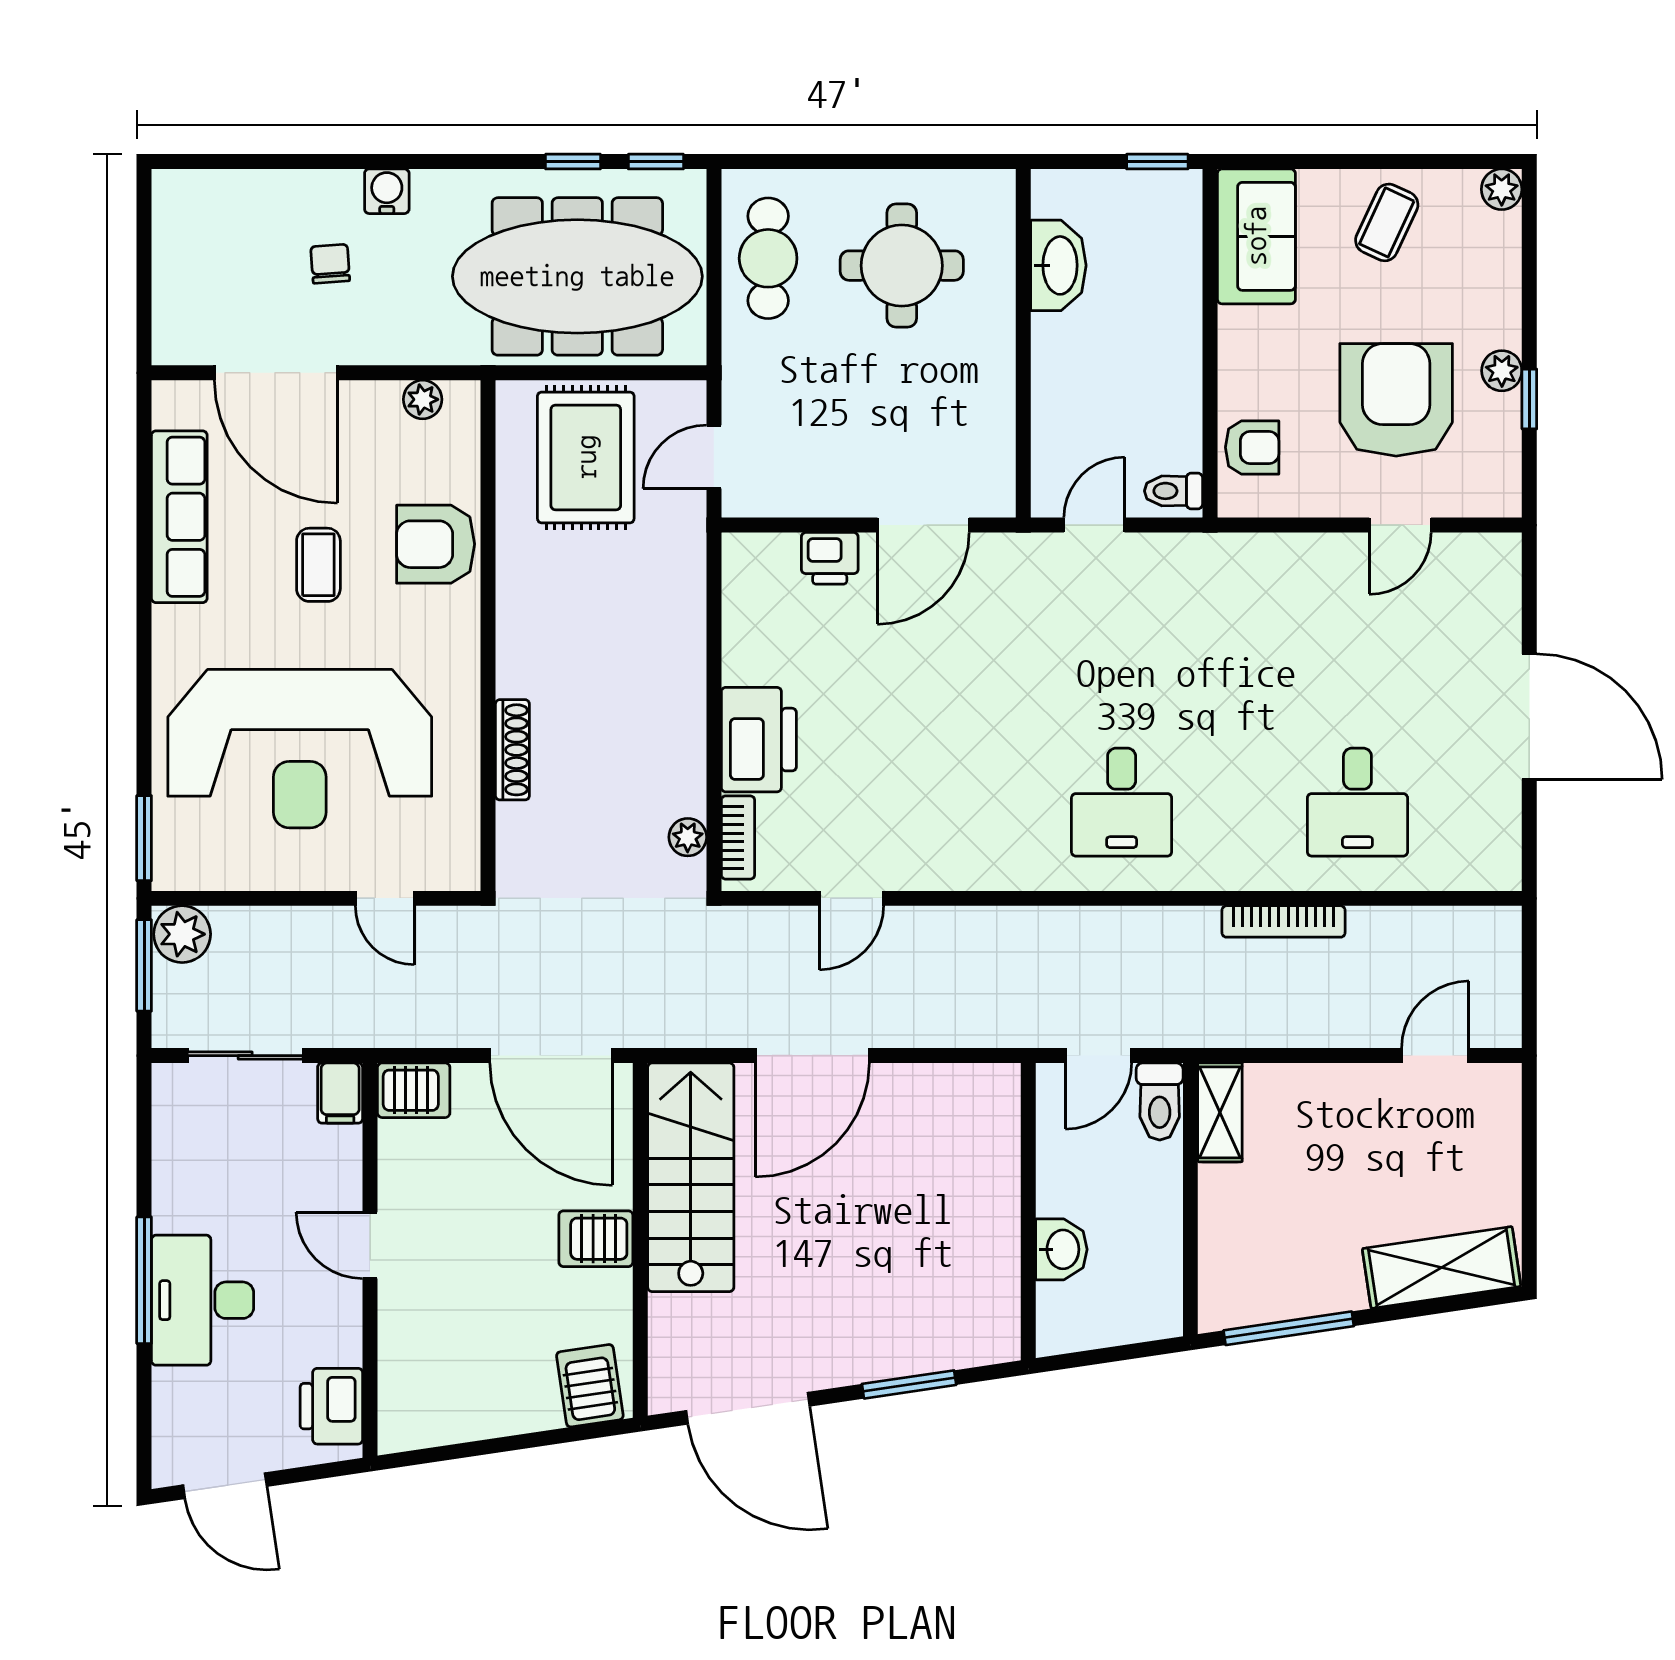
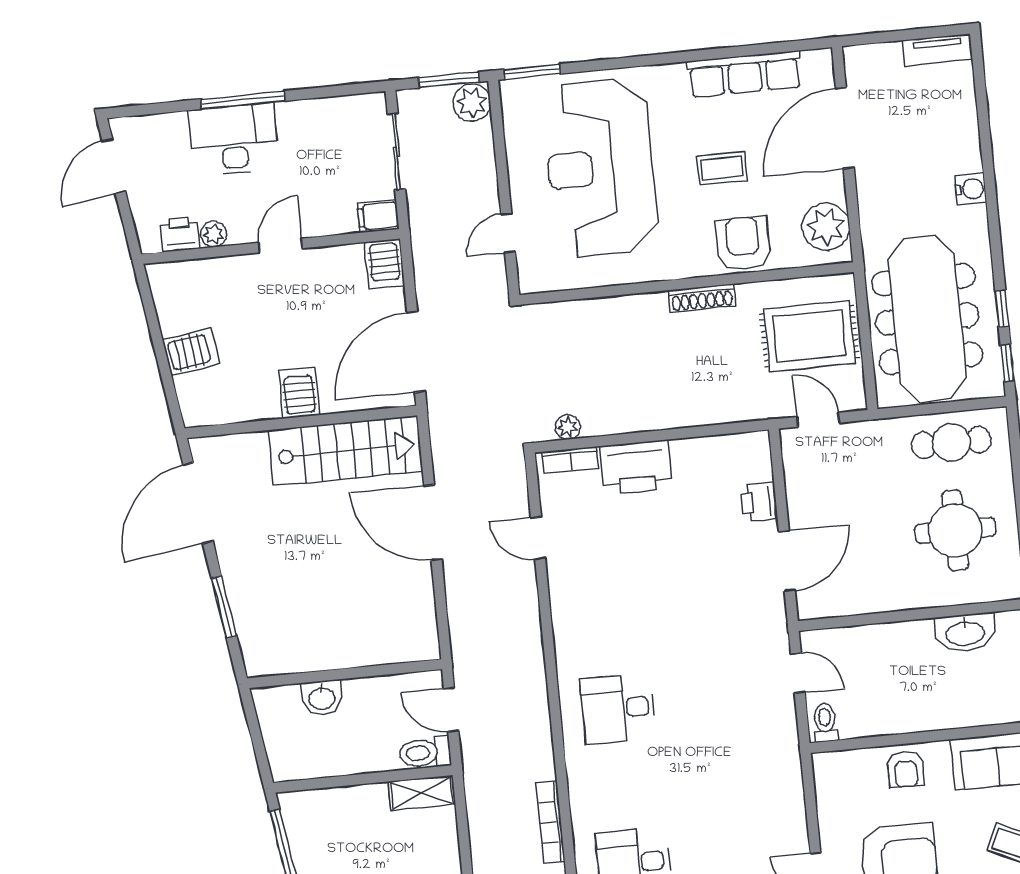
tv unit: (171, 221) -> (937, 50), added
chair: (330, 264) -> (920, 157), removed
plant: (423, 399) -> (826, 227), width x1.88, depth x1.88
armchair: (1252, 447) -> (906, 769), moved
door: (923, 525) -> (787, 561), swing flipped
shoe rack: (512, 750) -> (702, 298), moved
plant: (343, 1345) -> (214, 234), added
server rack: (590, 1386) -> (191, 352), moved
printer: (331, 1406) -> (180, 234), width x0.73, depth x0.81

